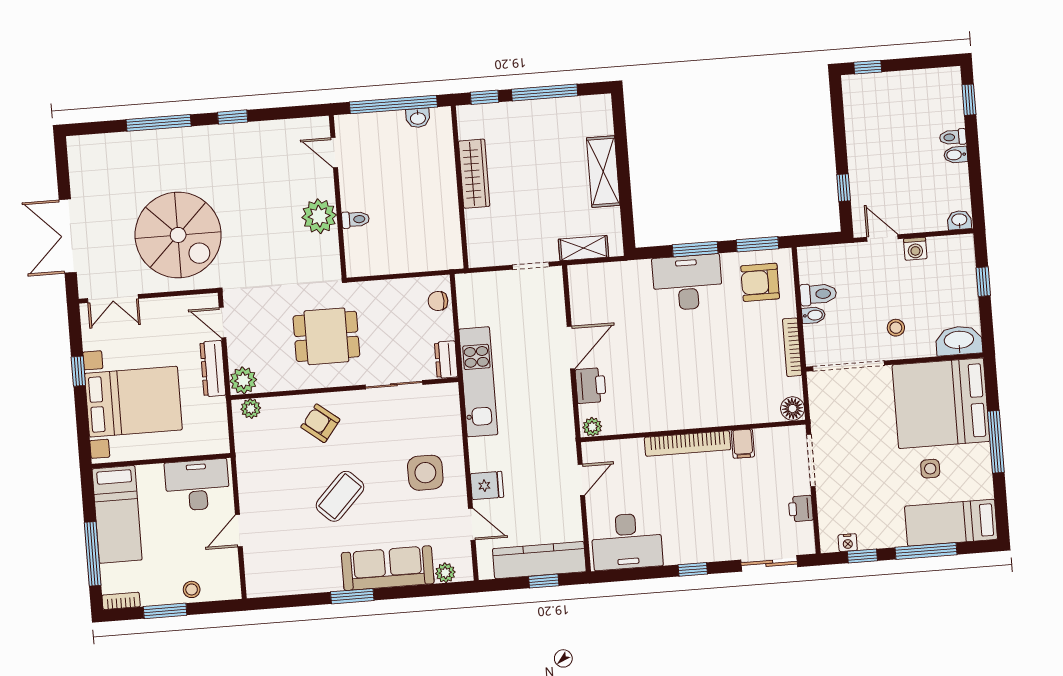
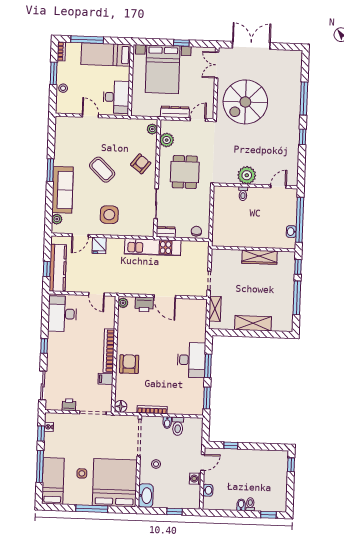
washbasin: (959, 220) -> (208, 490), moved
armchair: (760, 282) -> (129, 364), moved
plant: (243, 380) -> (167, 140), moved

